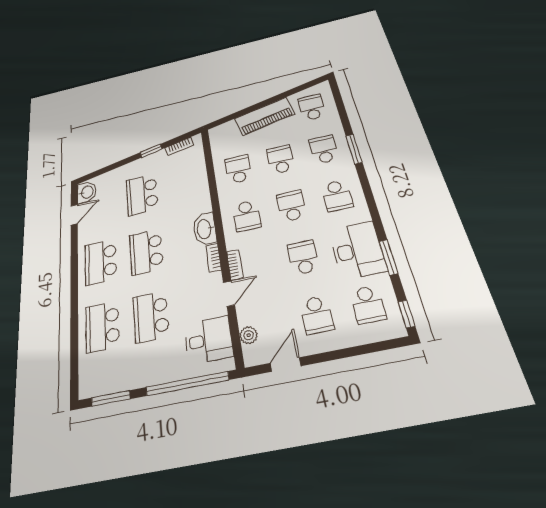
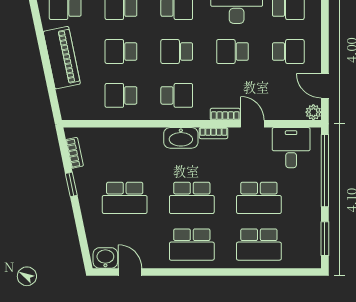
plant: (249, 335) -> (313, 112), moved

